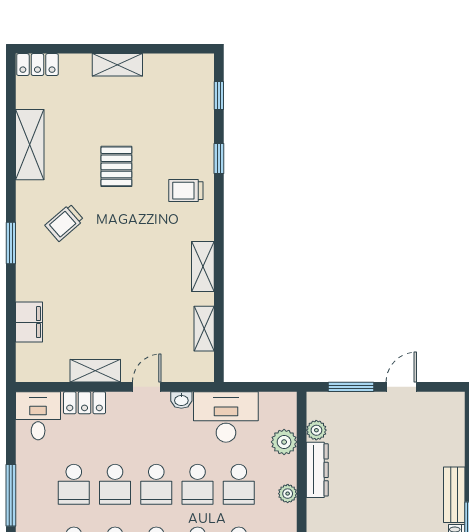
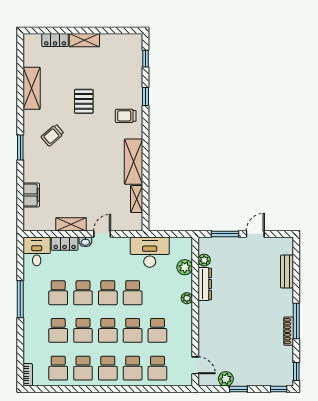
locker: (37, 65) -> (55, 40), moved
shelving: (203, 267) -> (134, 162), width x1.50, depth x1.33
washbasin: (181, 400) -> (85, 242), moved
school desk: (239, 484) -> (157, 293), removed
bench: (454, 495) -> (287, 272), moved

